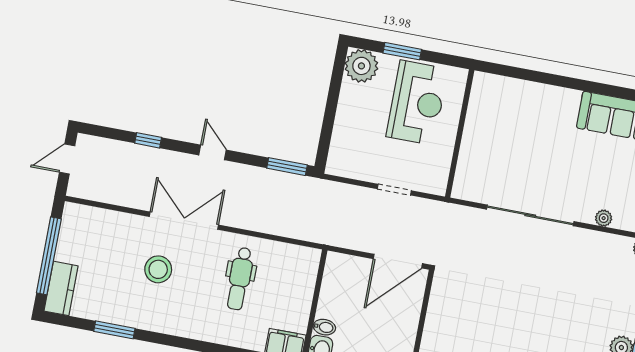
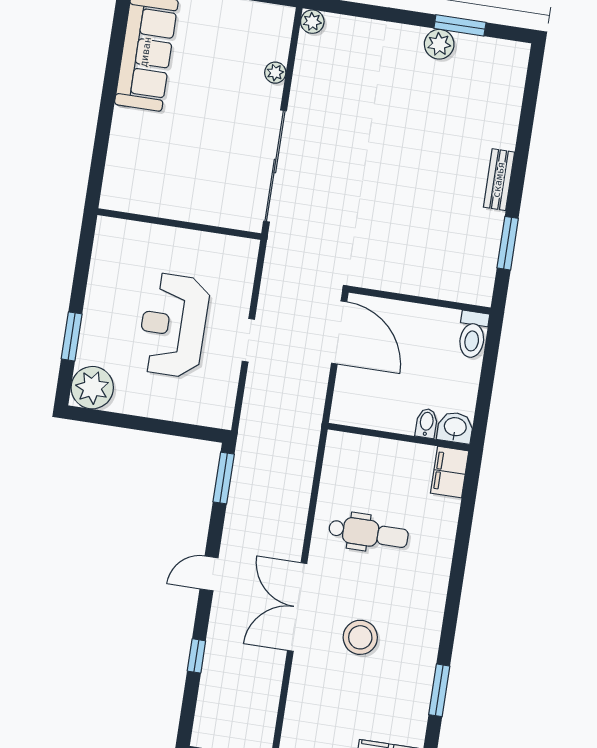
reception desk: (417, 103) -> (173, 325), moved, turned -90
wall: (460, 133) -> (179, 224), moved

